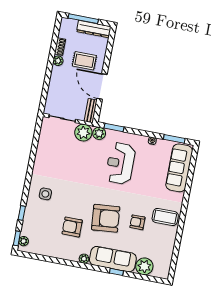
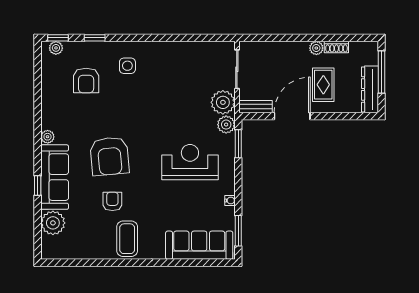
armchair: (72, 227) -> (86, 80), moved, turned 180

